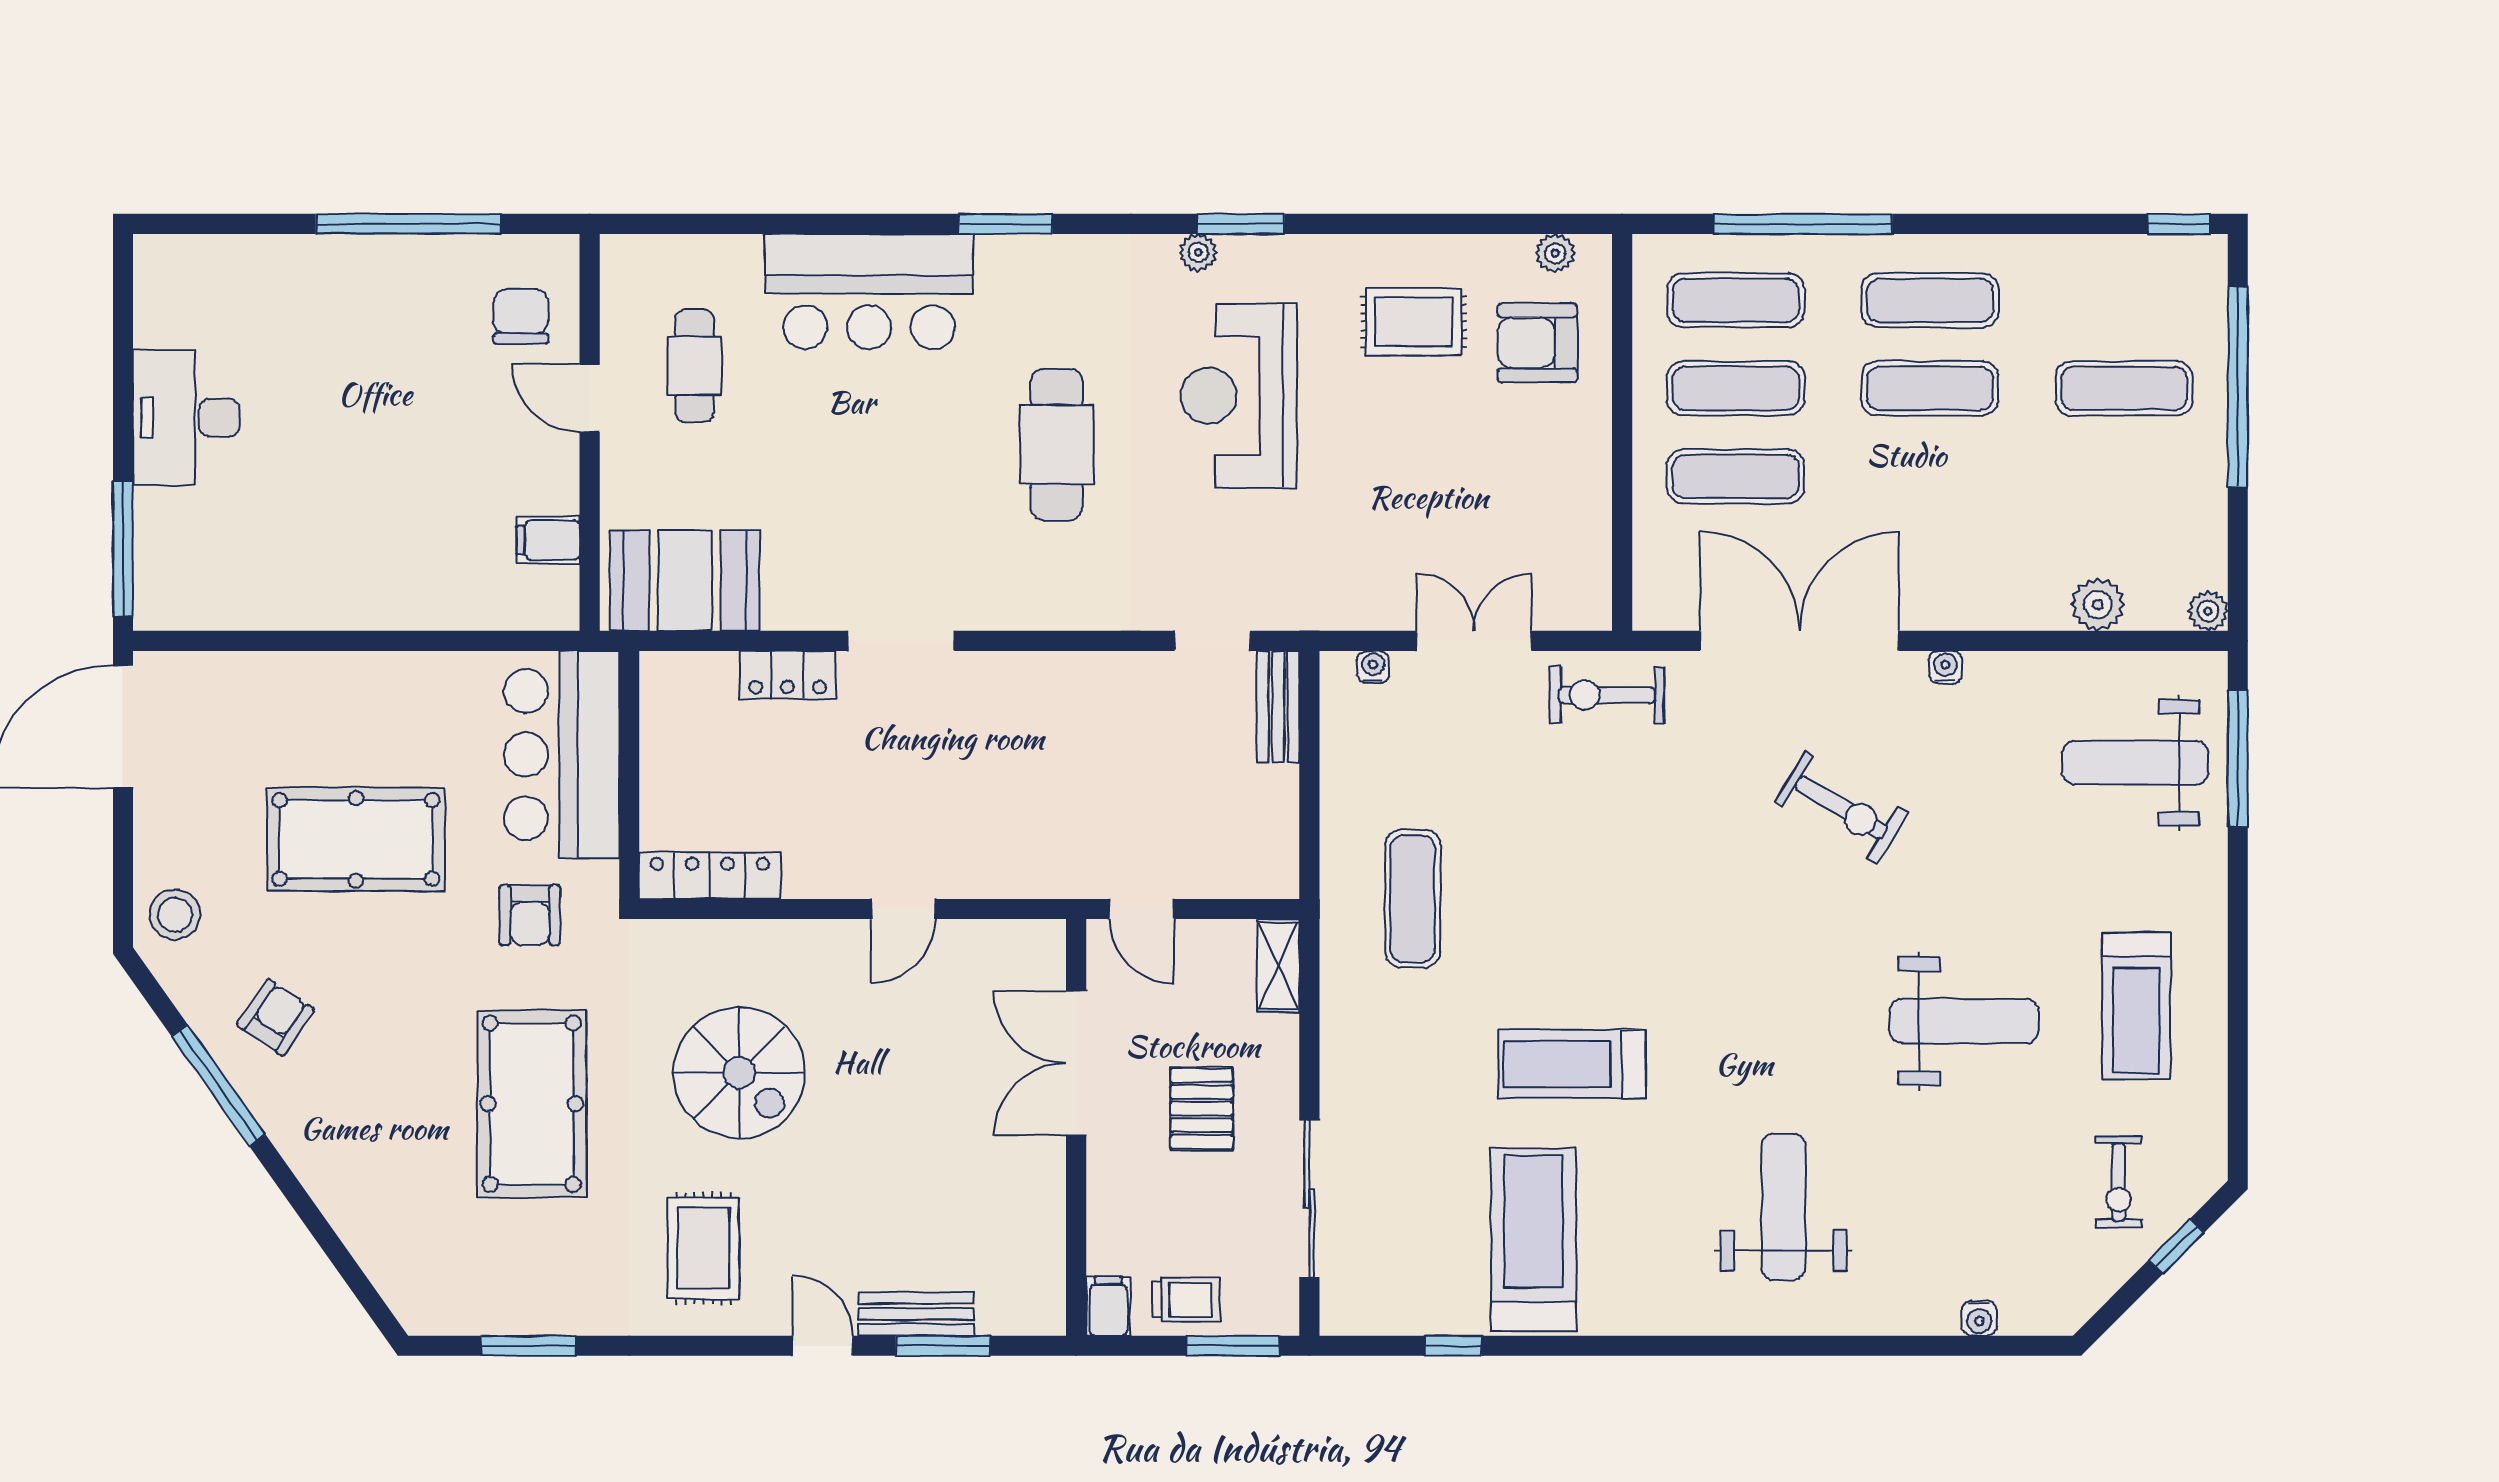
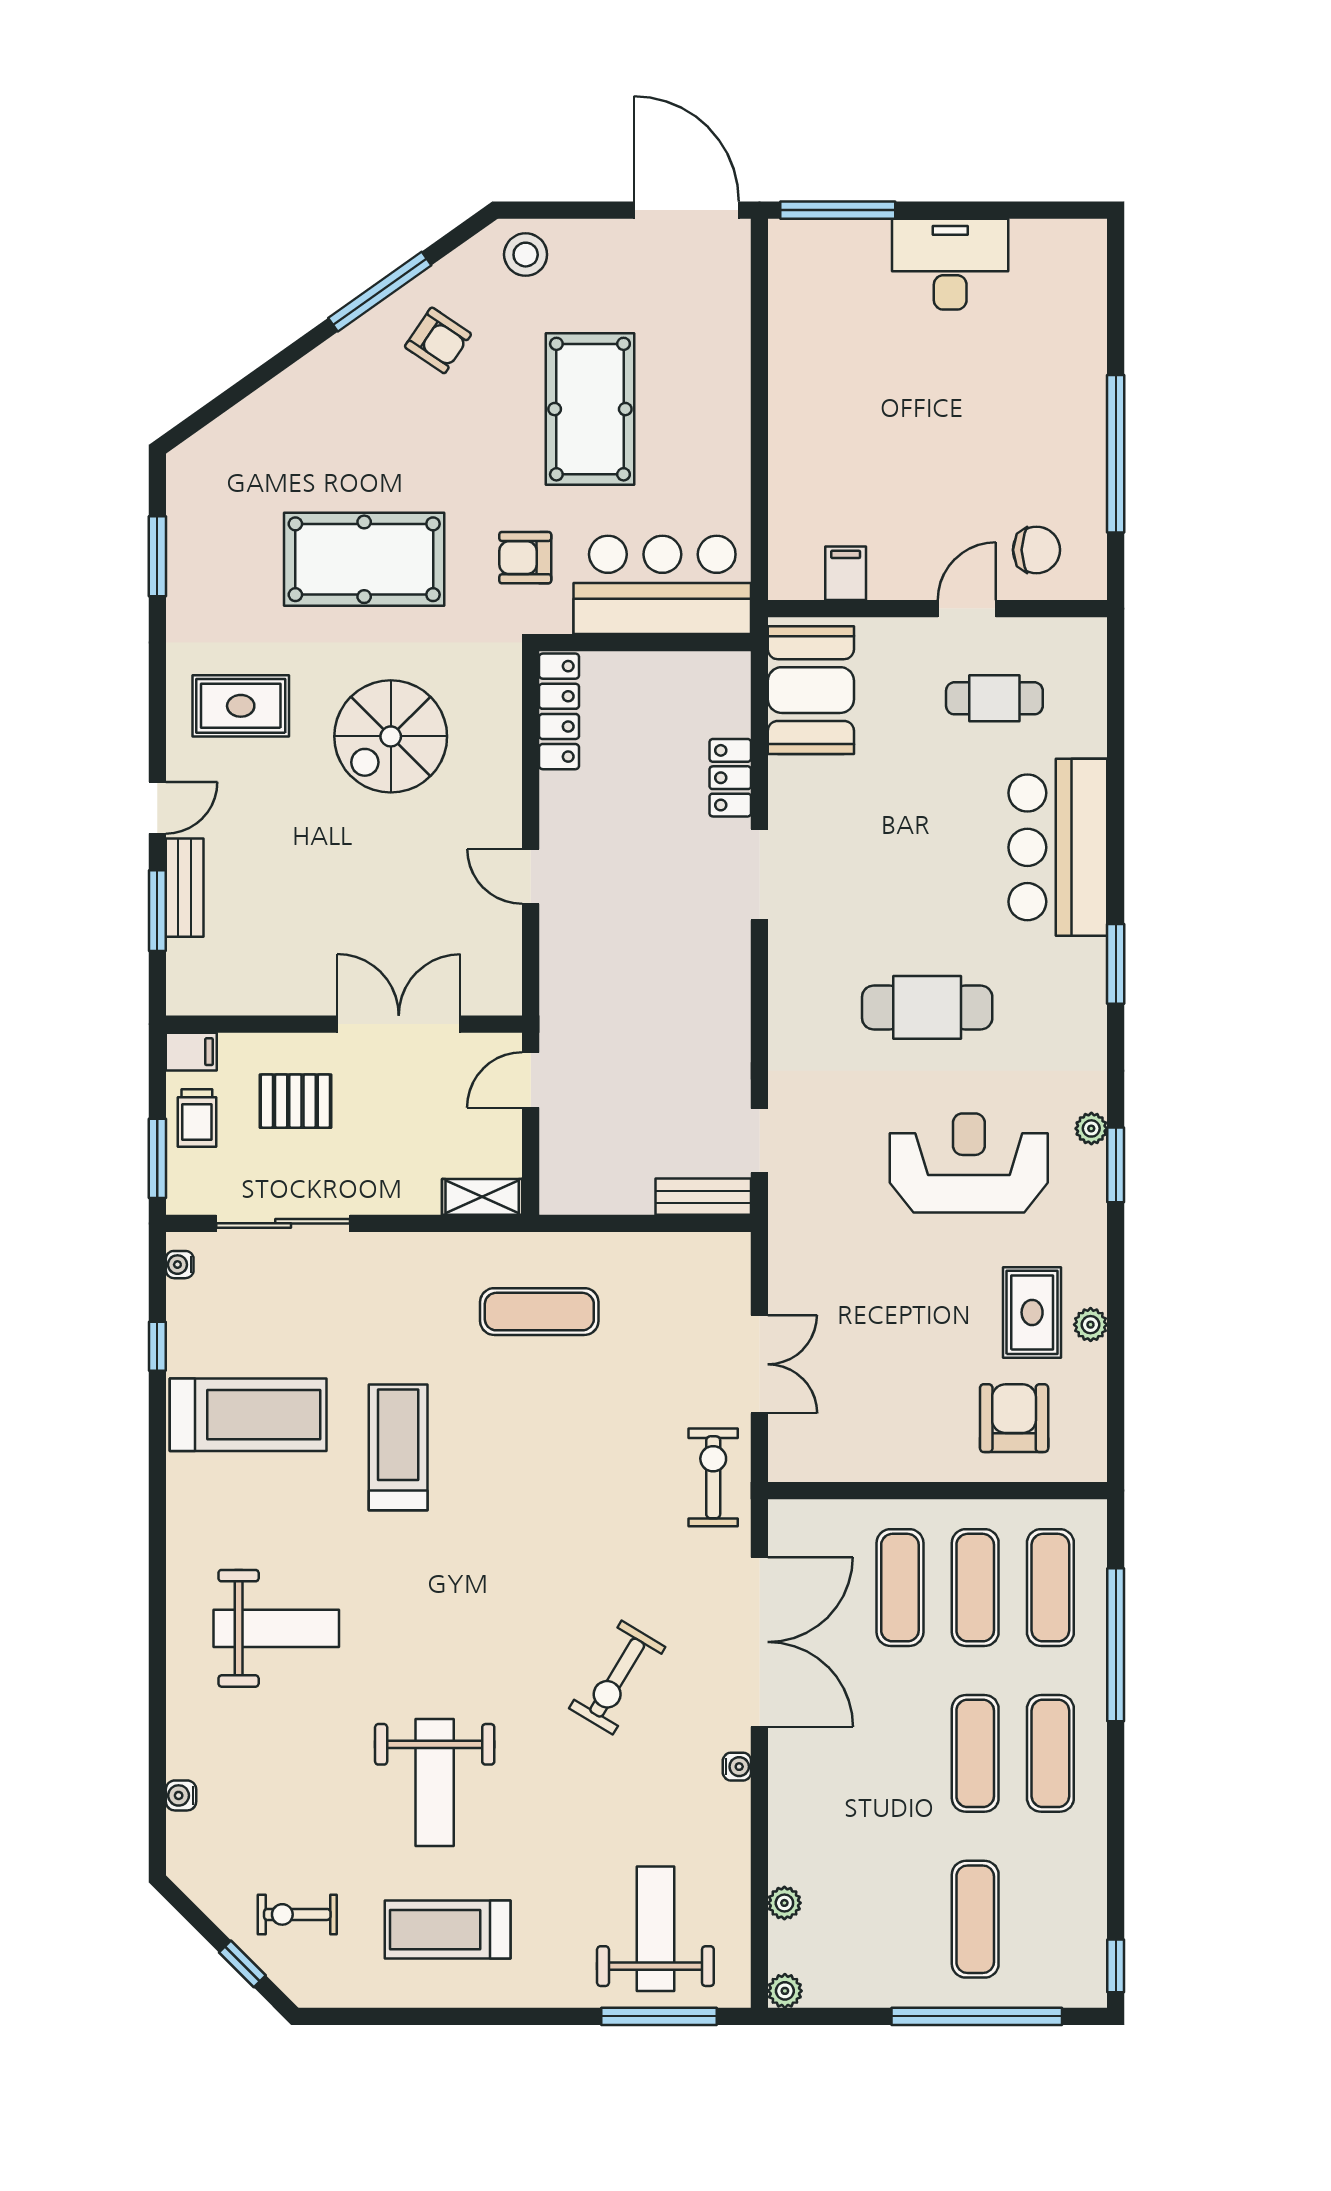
plant: (1555, 253) -> (1091, 1325), moved
plant: (2098, 604) -> (784, 1903), width x0.73, depth x0.73
water cooler: (1373, 667) -> (180, 1265), moved, turned 180
pallet: (1202, 1109) -> (295, 1101), moved

